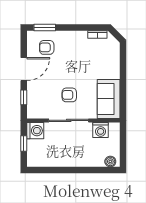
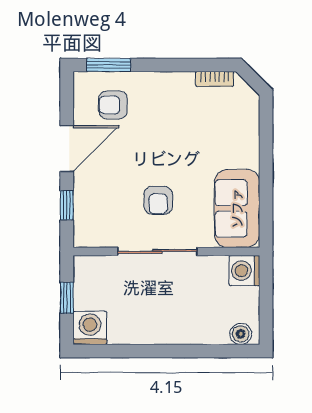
armchair: (69, 95) -> (158, 200), turned -90
washing machine: (101, 130) -> (244, 271), moved, turned 90
washing machine: (35, 131) -> (90, 328), moved, turned -90

